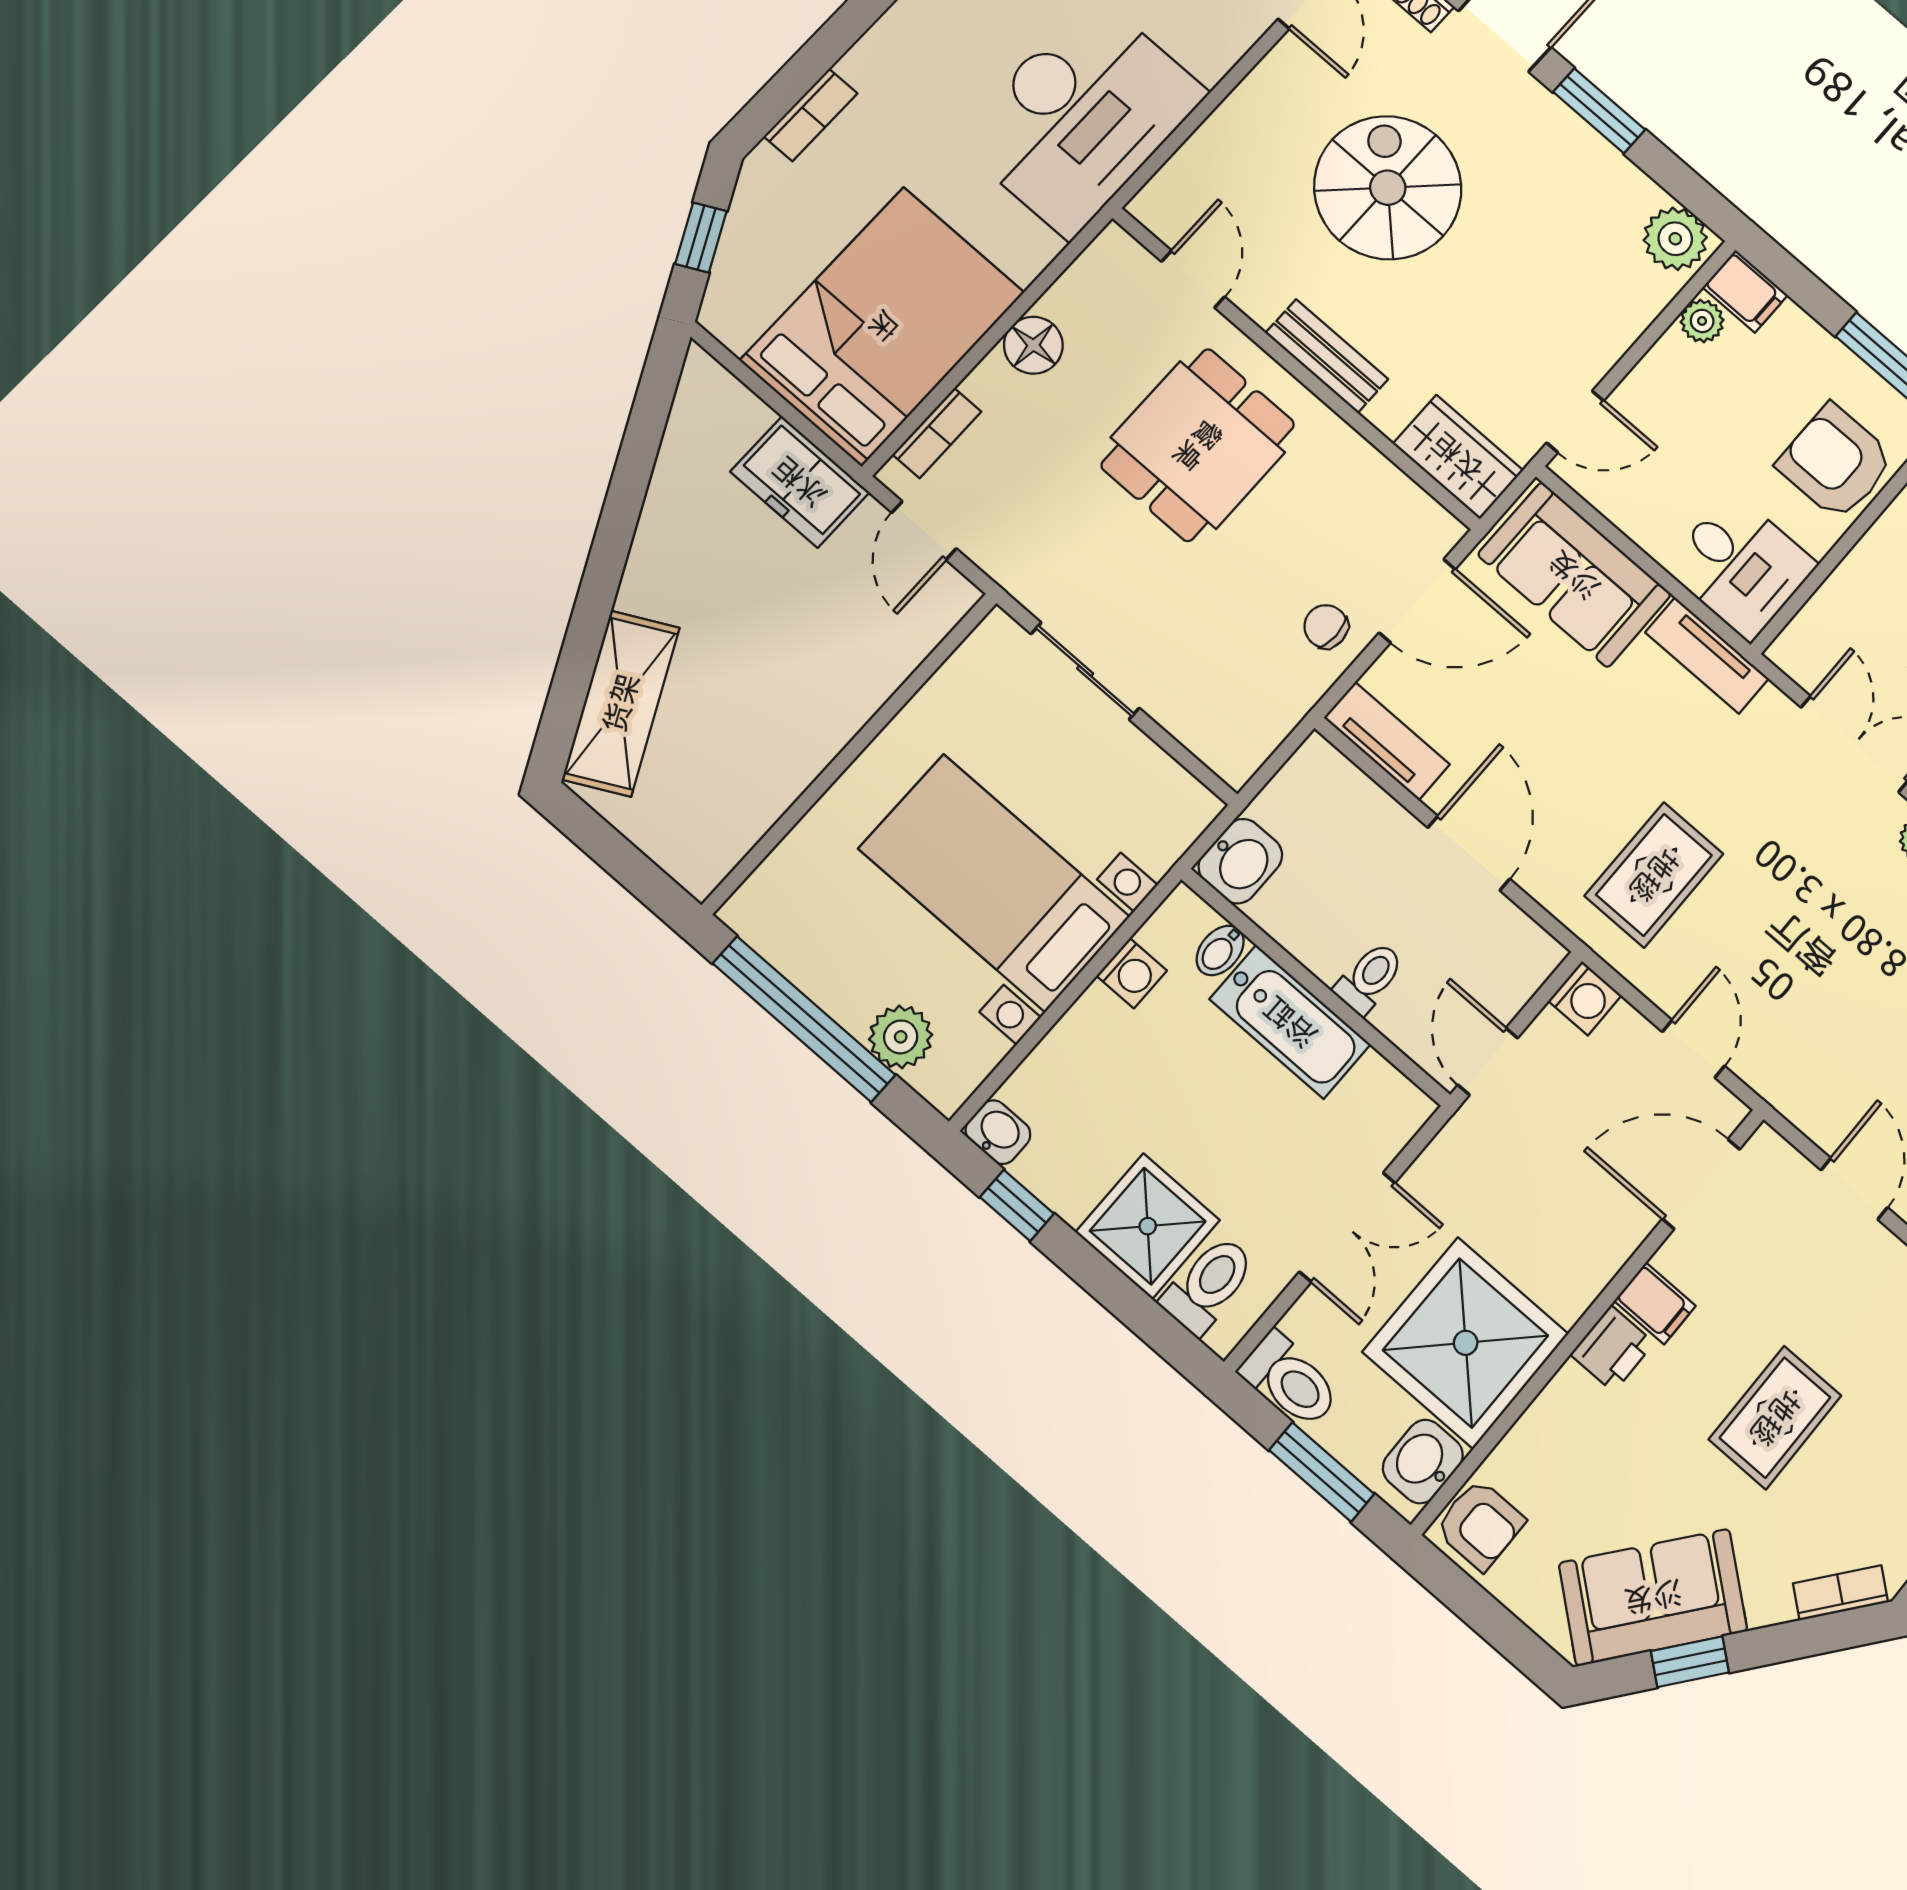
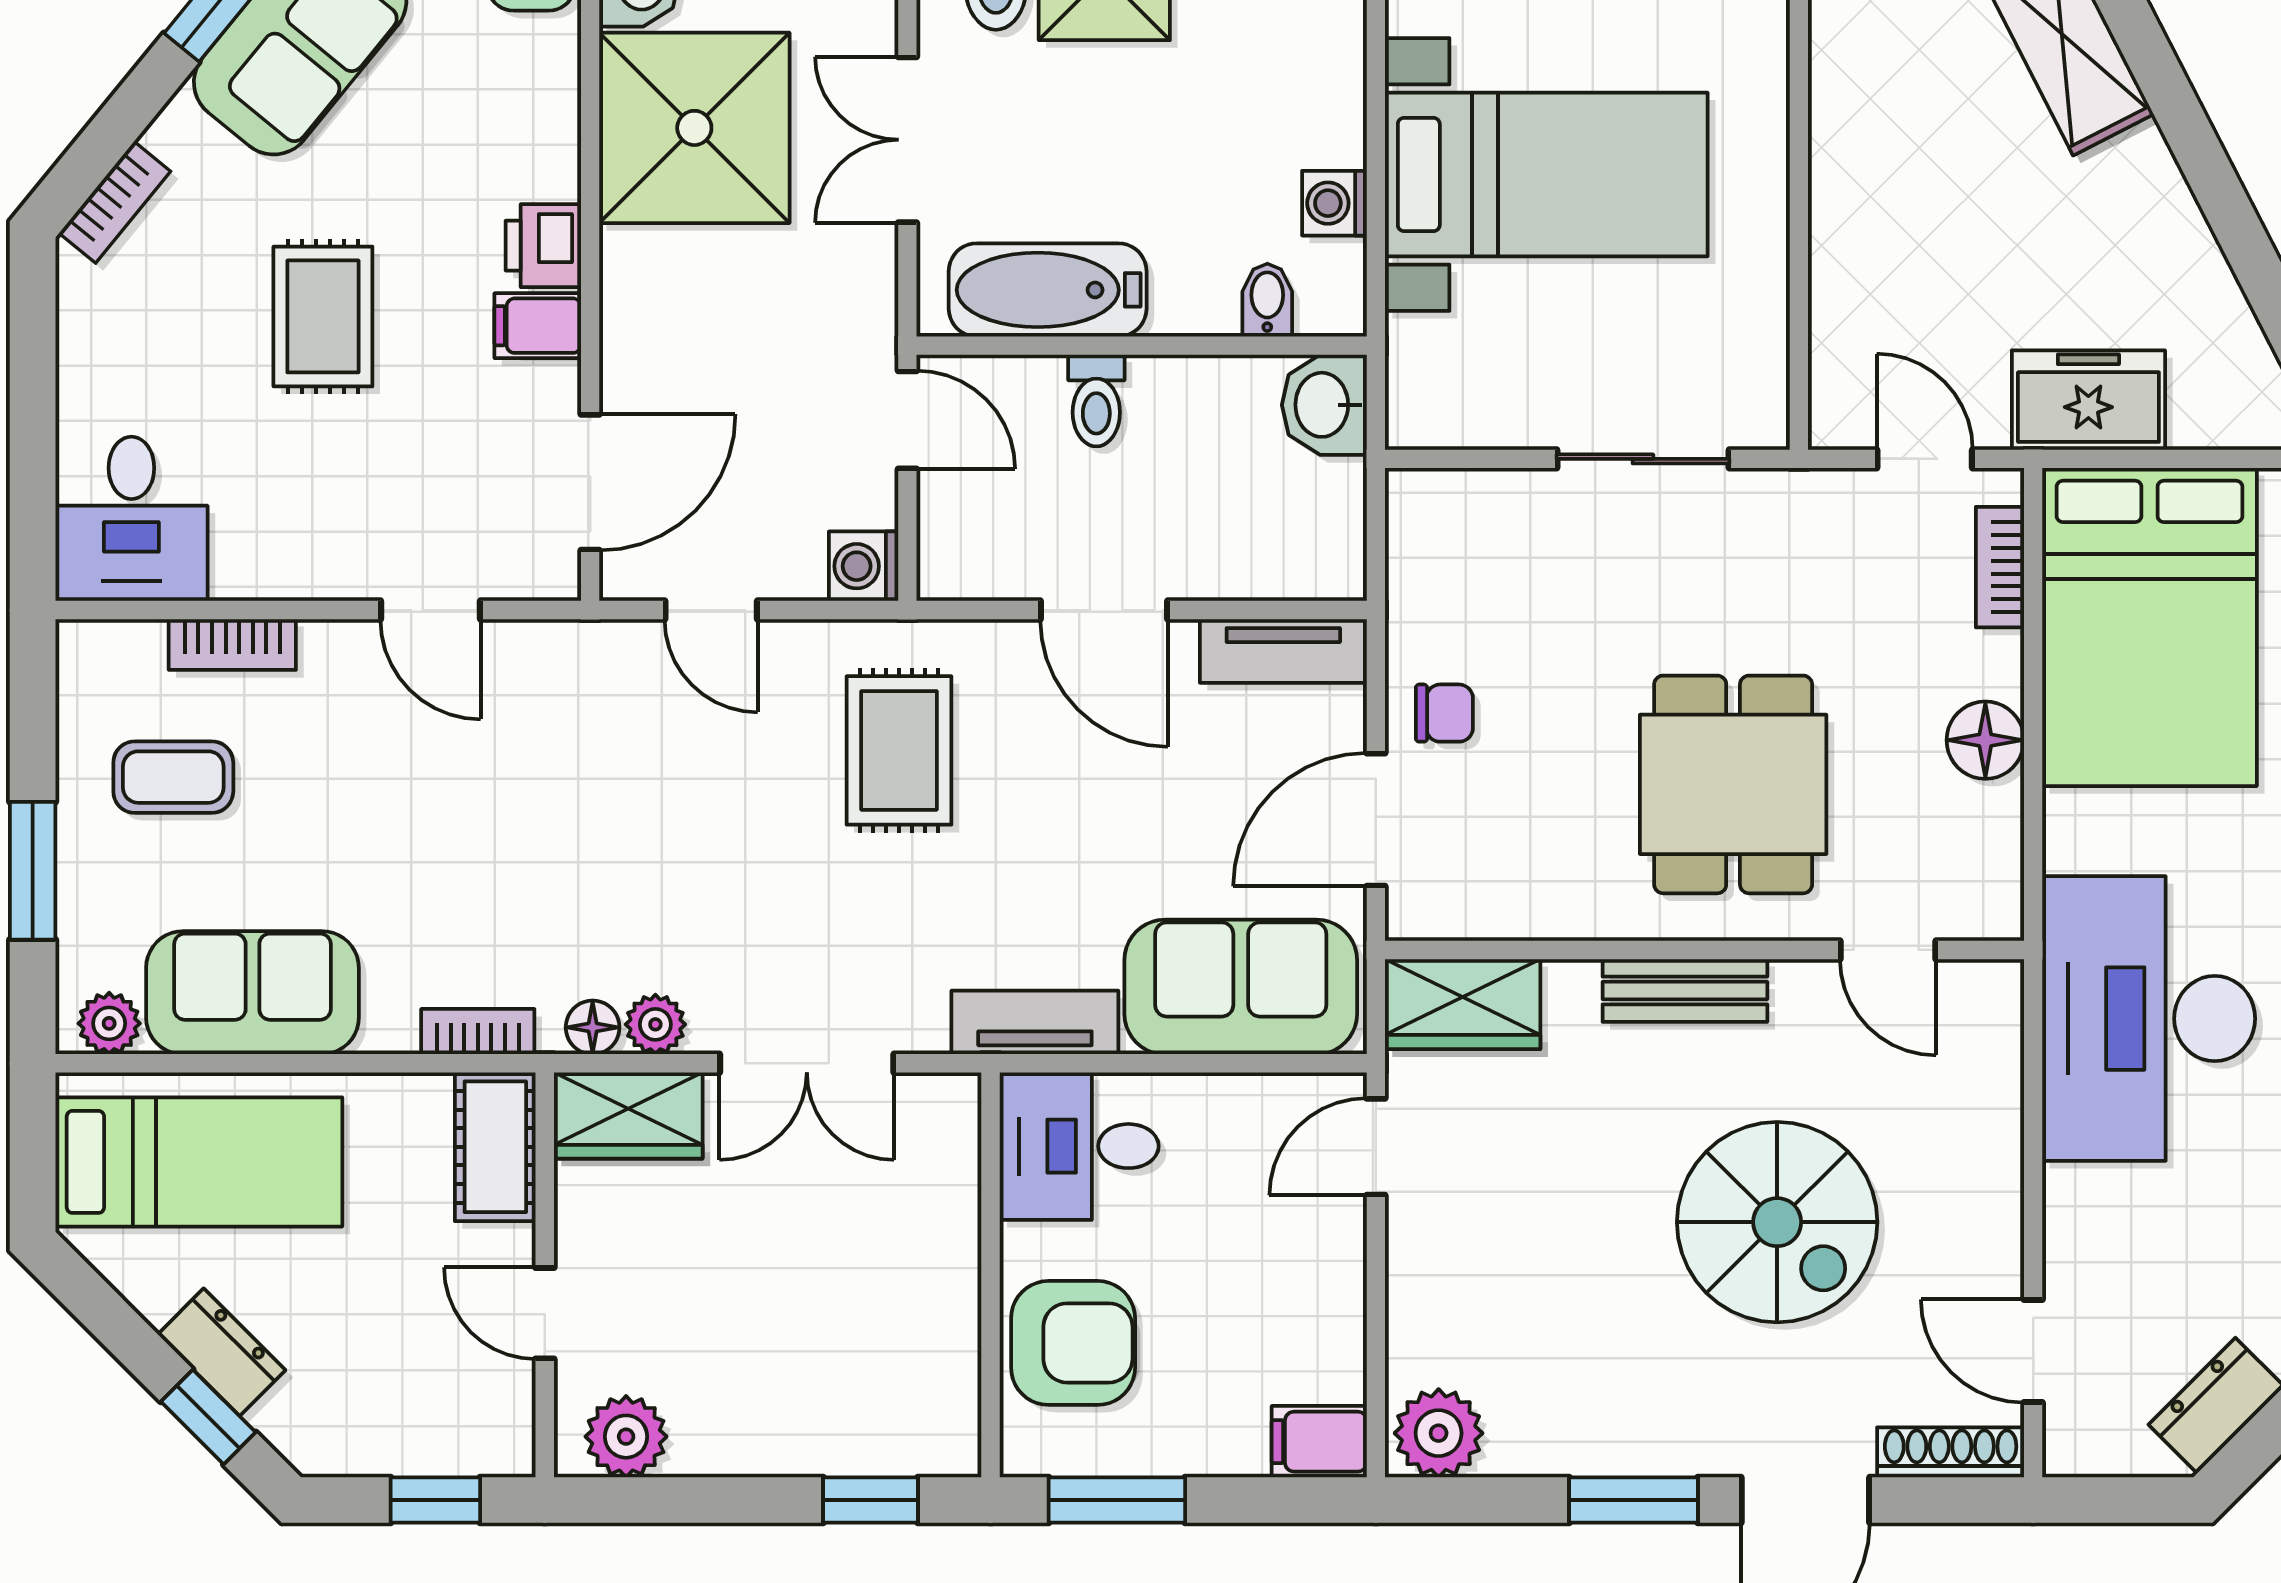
plant: (1702, 321) -> (1337, 1370), removed
bathtub: (1290, 1022) -> (1048, 290), moved

